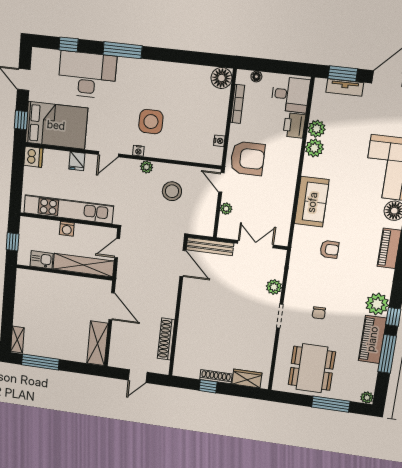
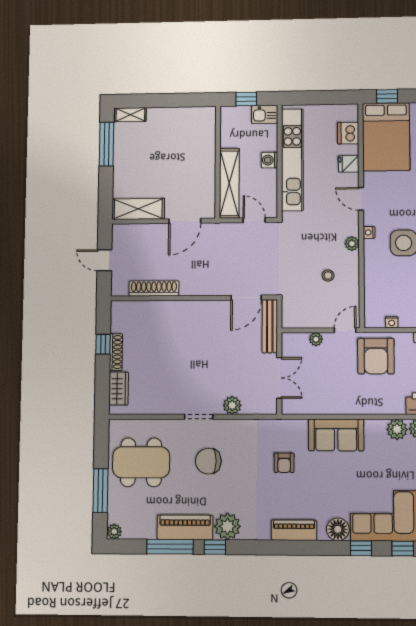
dishwasher: (33, 157) -> (348, 133), moved, turned 90
stool: (172, 191) -> (328, 276), width x0.53, depth x0.53
kitchen sink: (42, 260) -> (265, 114), moved, turned 90
chair: (319, 313) -> (208, 461), width x1.87, depth x1.87

